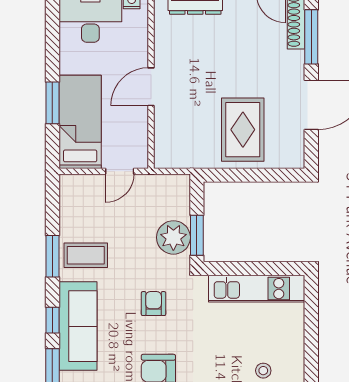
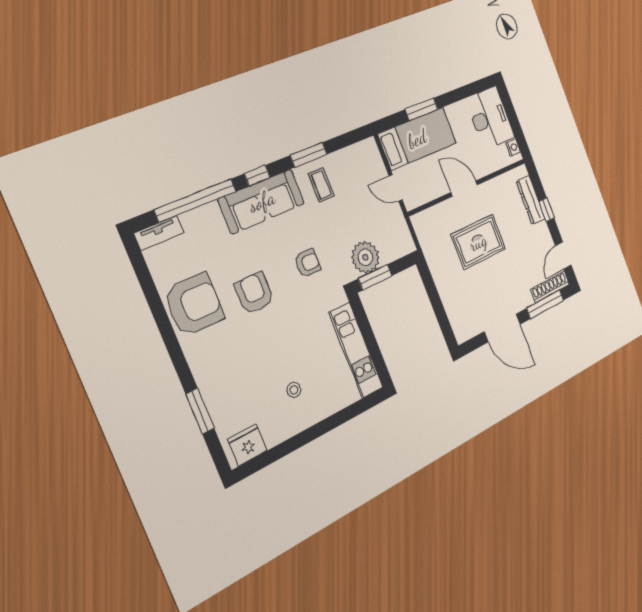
rug: (243, 130) -> (478, 242), moved
coffee table: (86, 255) -> (321, 185), width x0.73, depth x0.77

